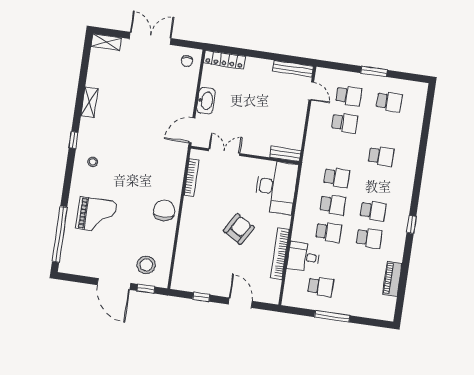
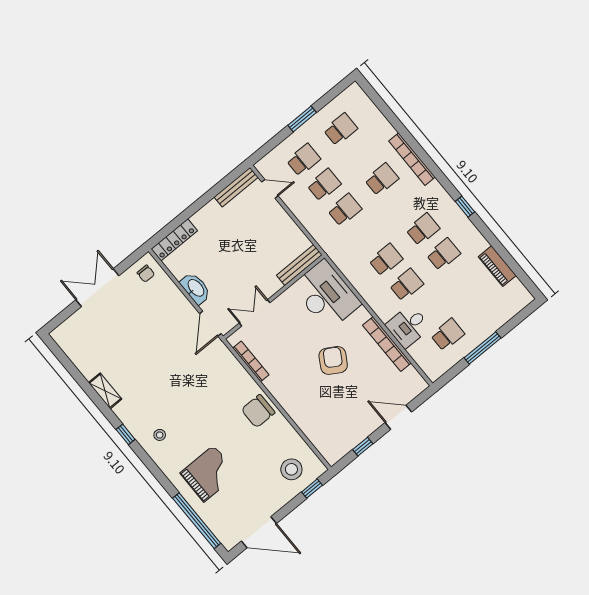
shelving: (106, 42) -> (66, 329), removed
bench: (285, 154) -> (299, 265), width x1.36
bookcase: (411, 164) -> (412, 159), added
school desk: (337, 178) -> (345, 210), moved
chair: (164, 211) -> (258, 411), turned -86
door: (114, 284) -> (259, 532), moved

